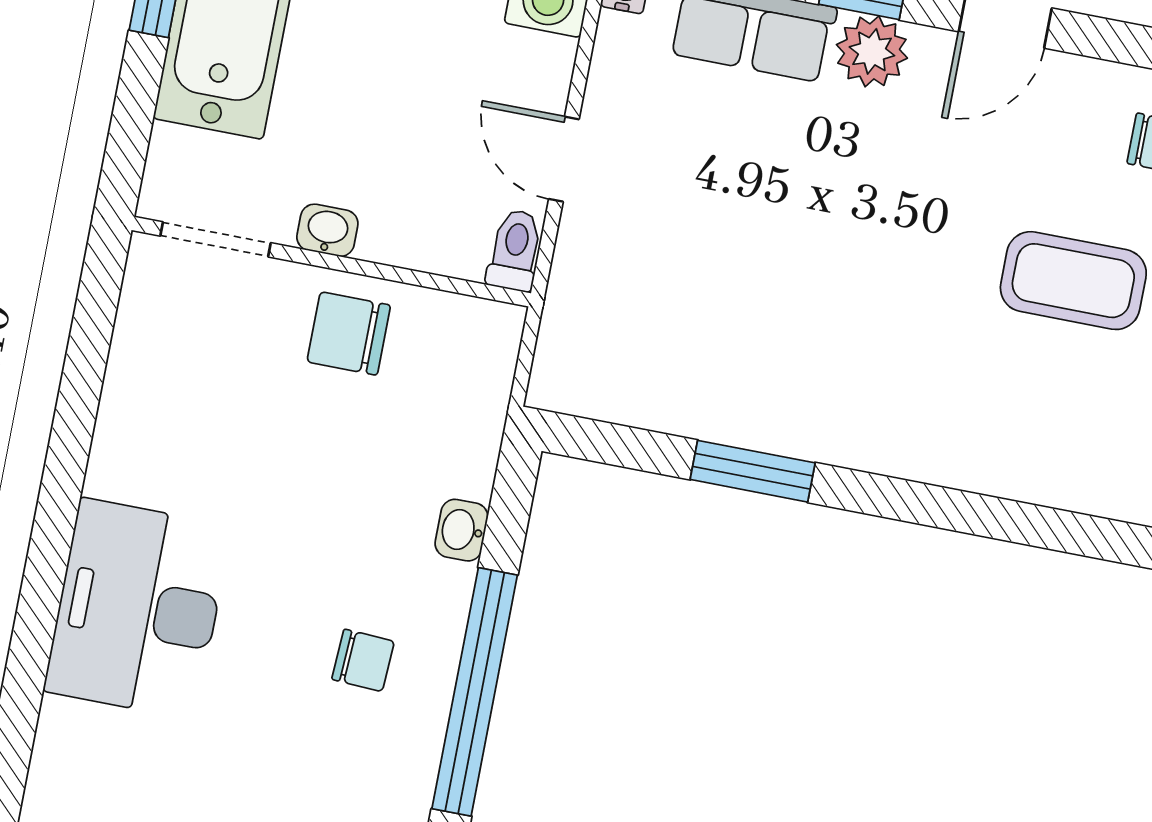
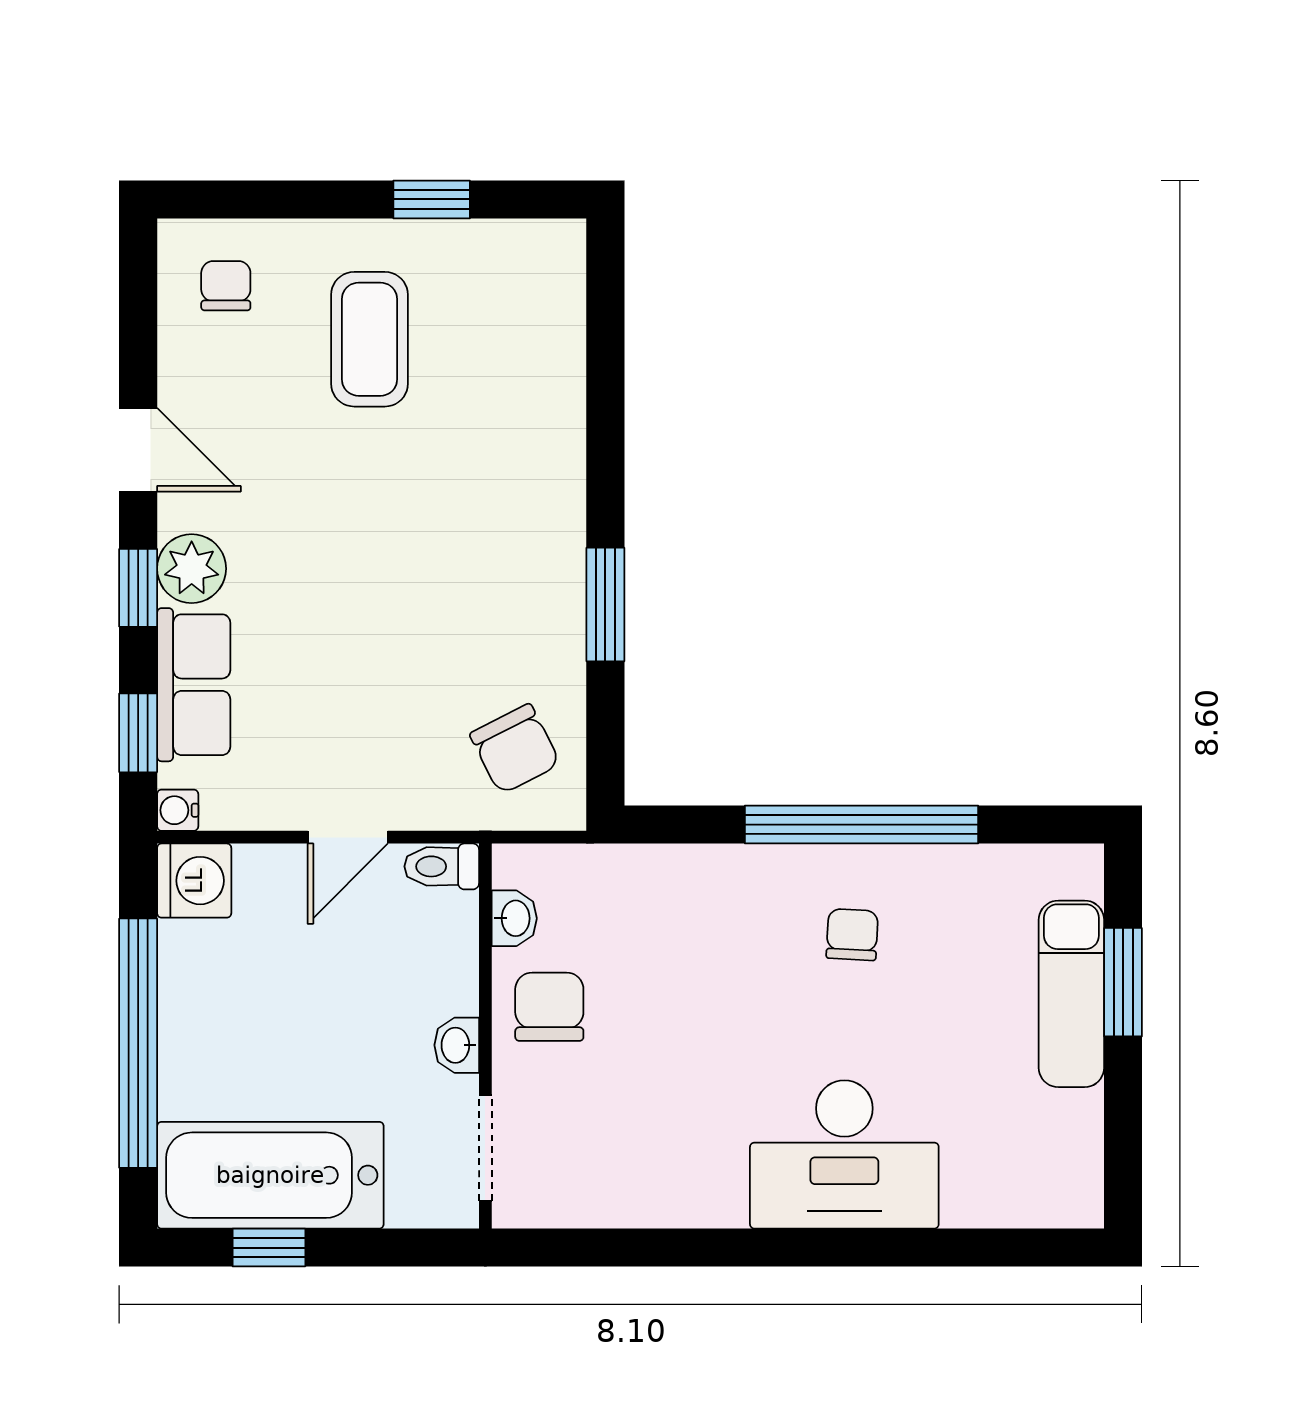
chair: (349, 334) -> (549, 1007), turned 180
chair: (622, 349) -> (515, 749), added
washbasin: (461, 530) -> (514, 918), moved, turned -90

